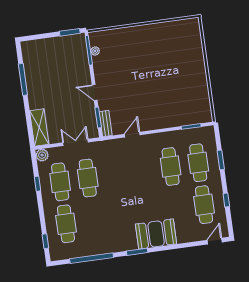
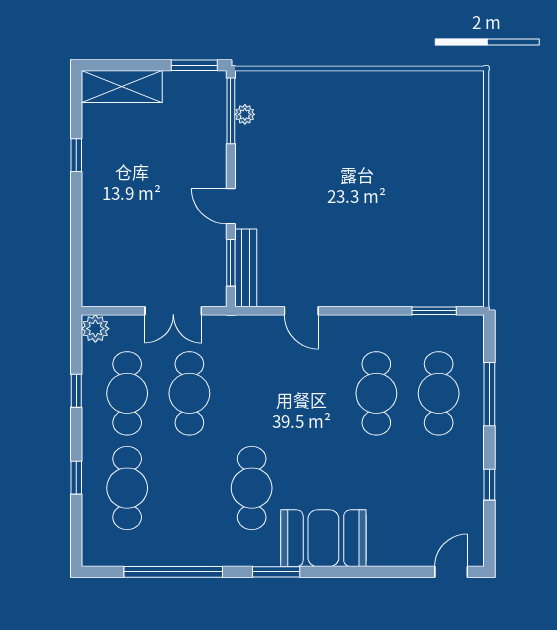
window: (23, 79) -> (76, 155), width x0.46
bench: (106, 124) -> (246, 268), width x1.36
shelving: (39, 127) -> (122, 87), moved, turned 90
door: (132, 135) -> (301, 311), swing flipped
double door: (75, 142) -> (173, 311), swing flipped
window: (221, 160) -> (489, 394), width x1.44
cafe table: (204, 205) -> (252, 488), moved
window: (45, 241) -> (76, 478), moved

